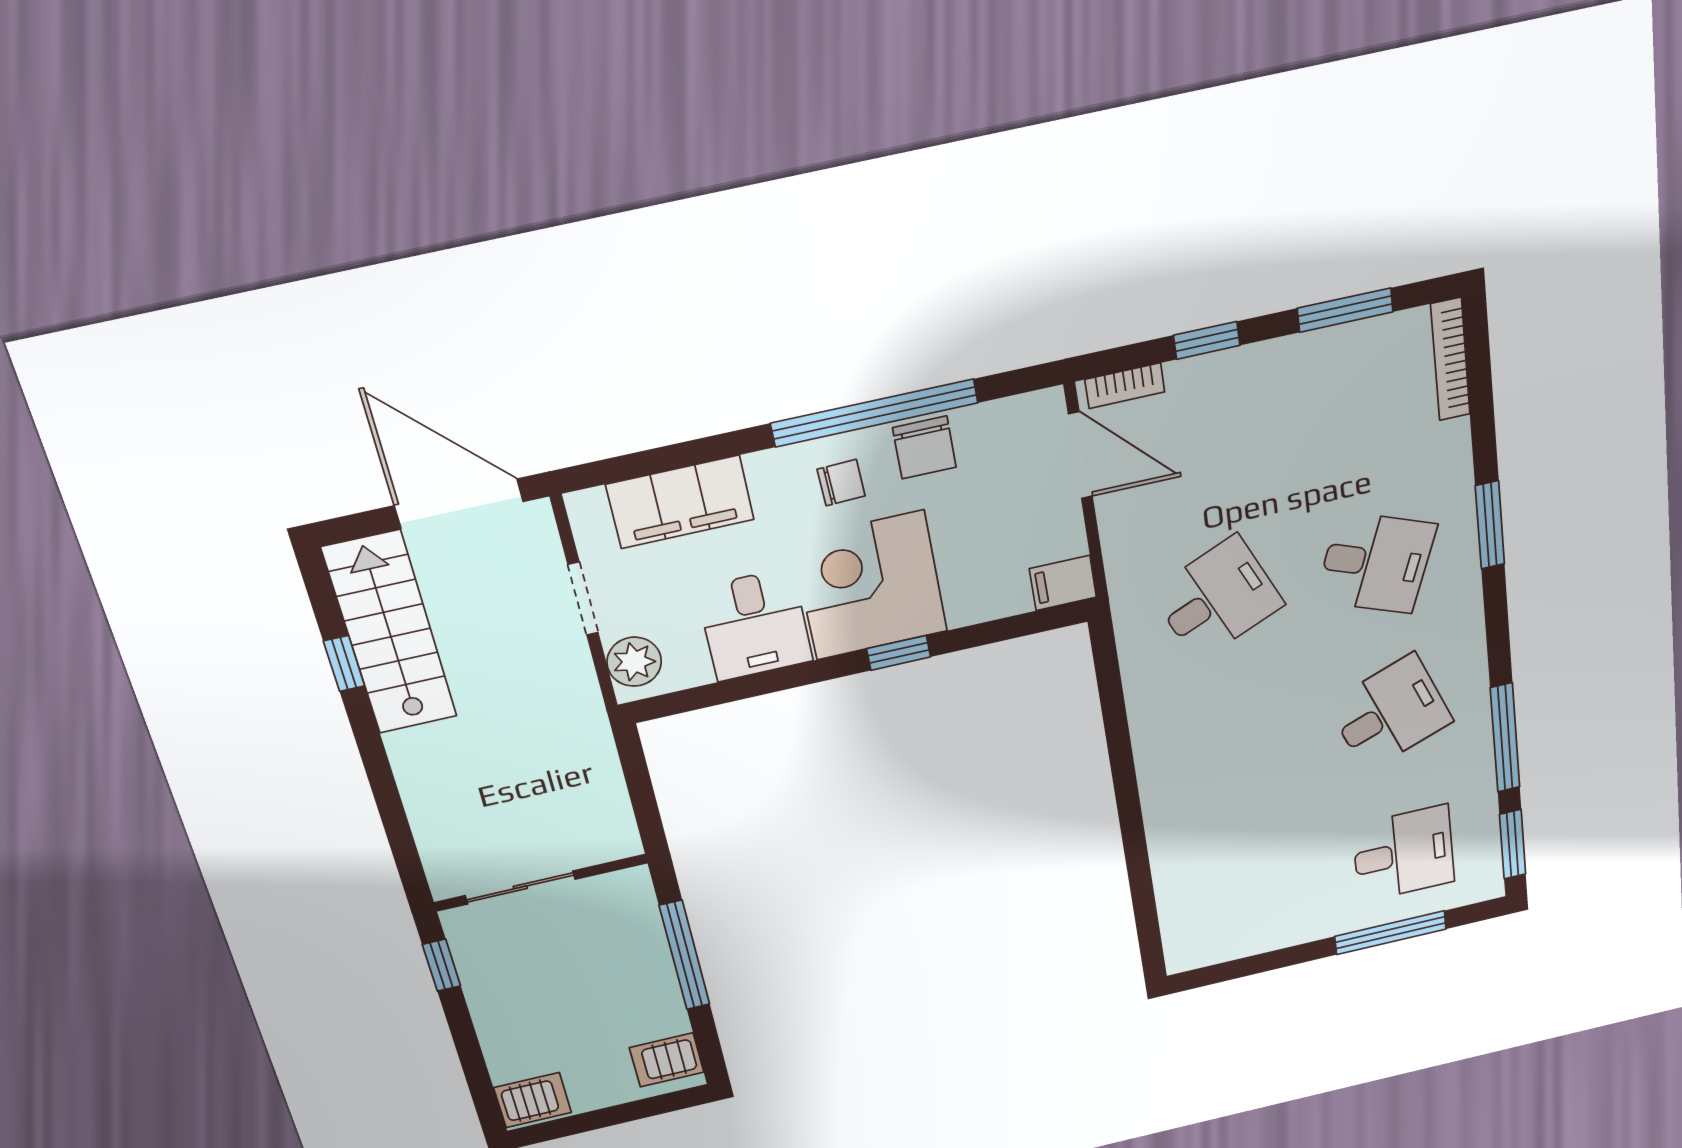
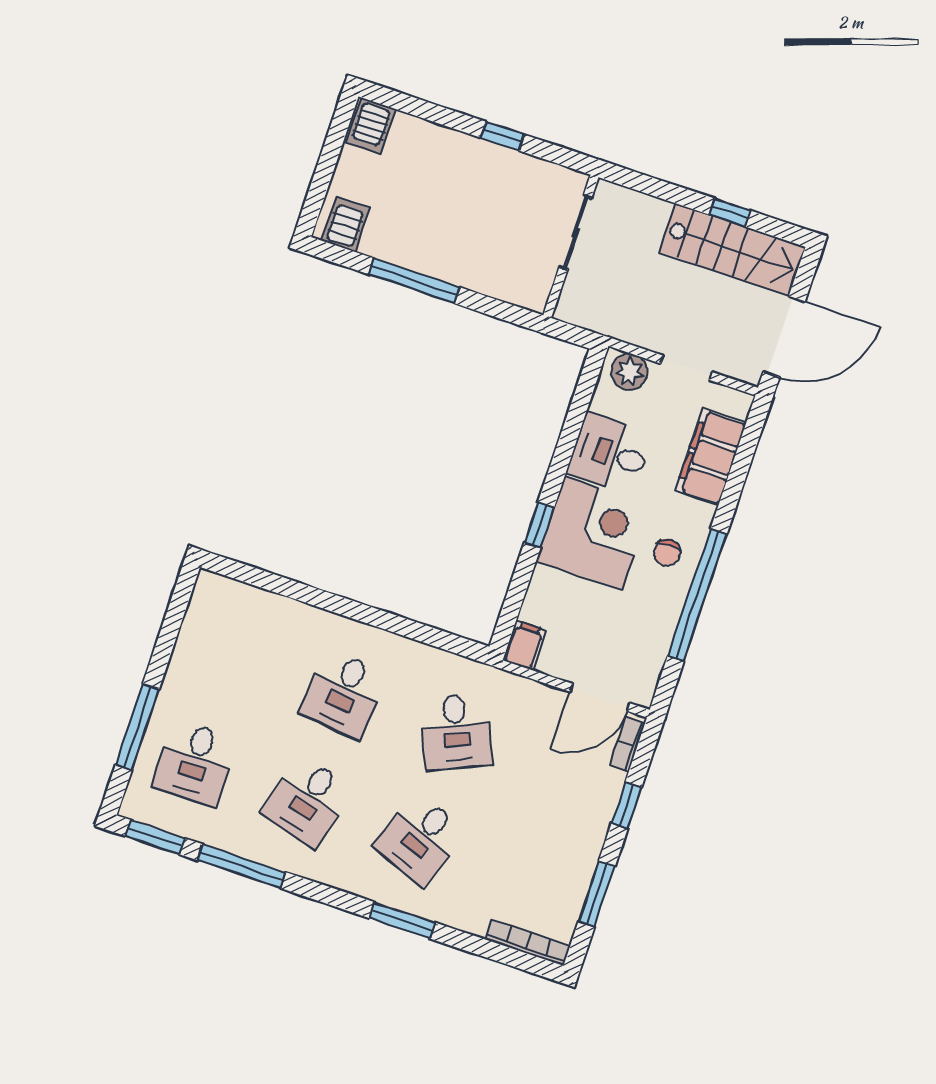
chair: (924, 447) -> (659, 611), removed
desk: (1390, 713) -> (307, 801), turned 36
desk: (1237, 748) -> (343, 694), added
wall: (541, 883) -> (571, 246), moved
sliding door: (520, 887) -> (576, 232), moved

